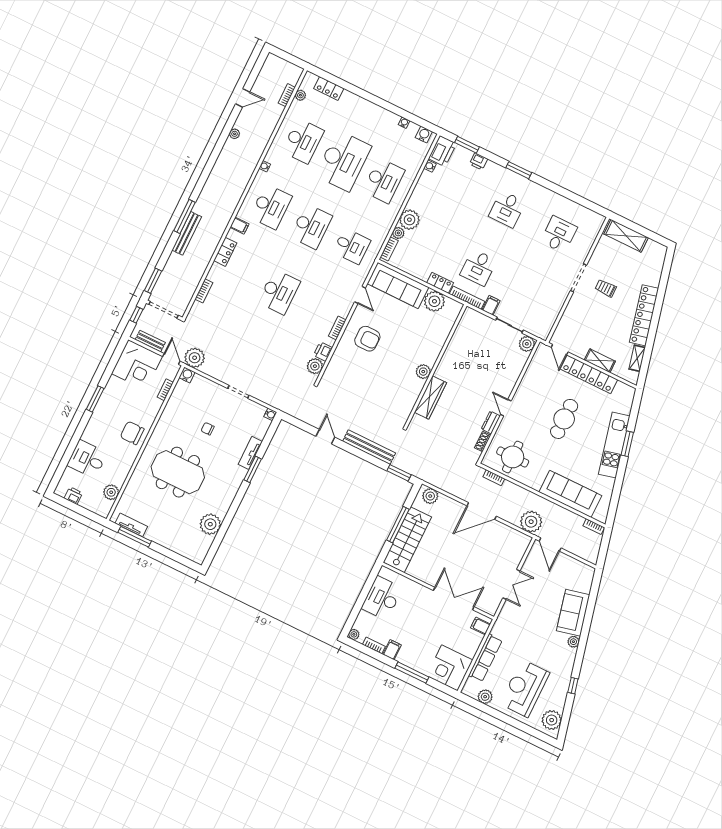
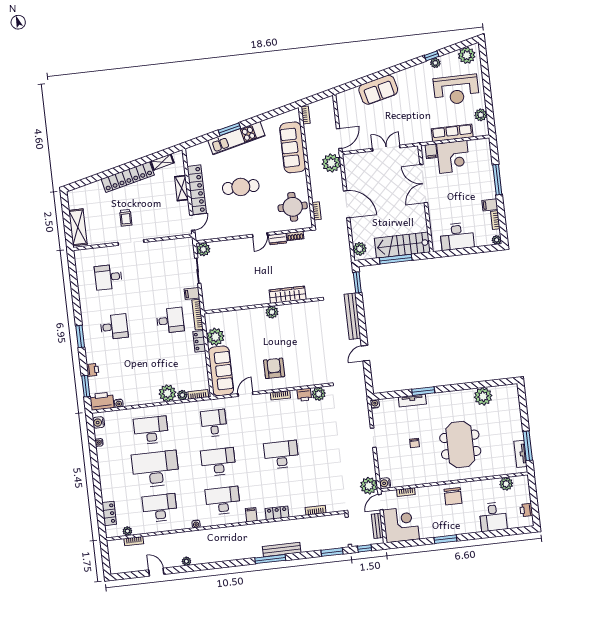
plant: (573, 642) -> (435, 63), moved
corner desk: (450, 668) -> (453, 157), moved

